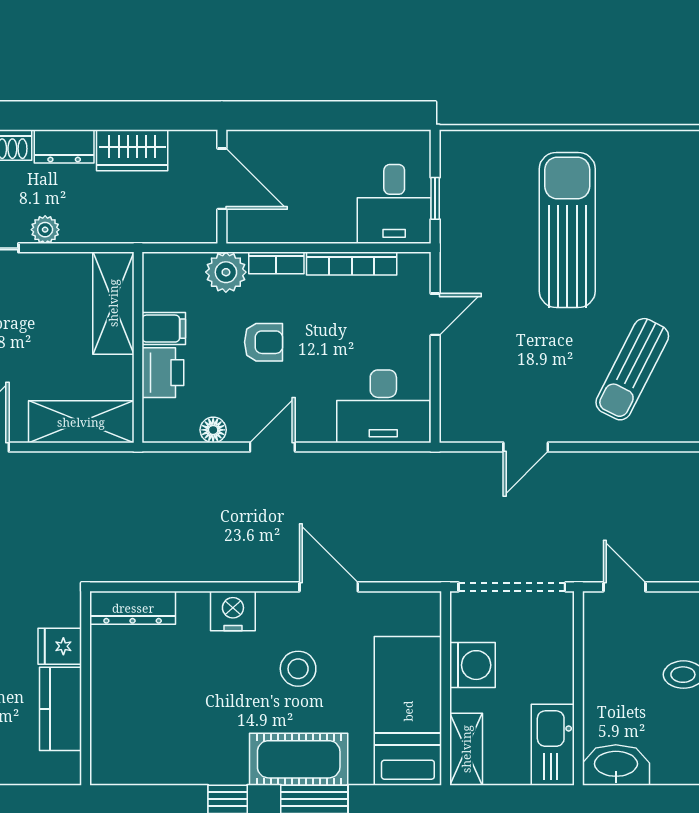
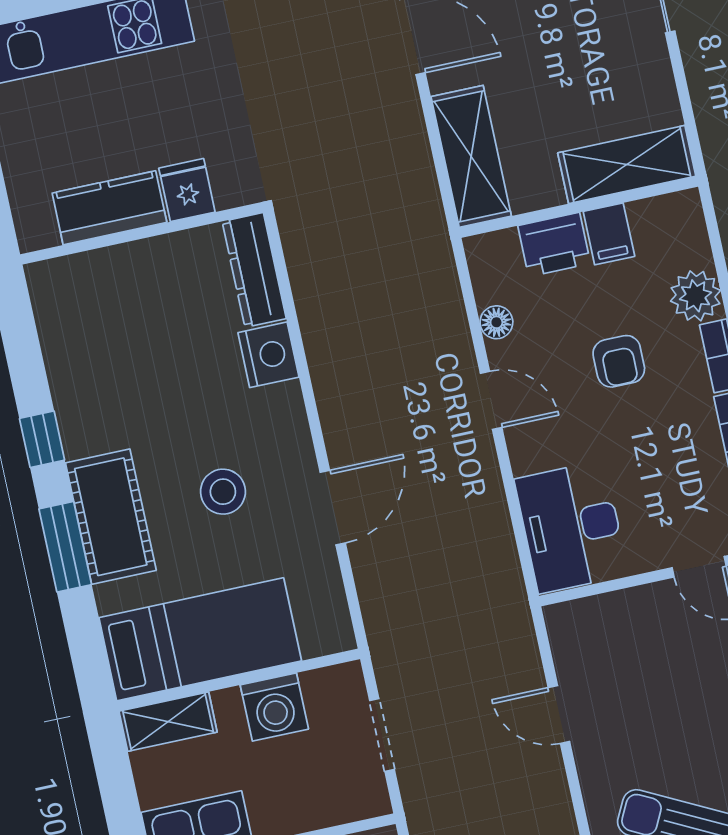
plant: (45, 230) -> (700, 60), removed
doorway: (512, 587) -> (382, 735), width x0.53
nightstand: (233, 611) -> (268, 355), moved

